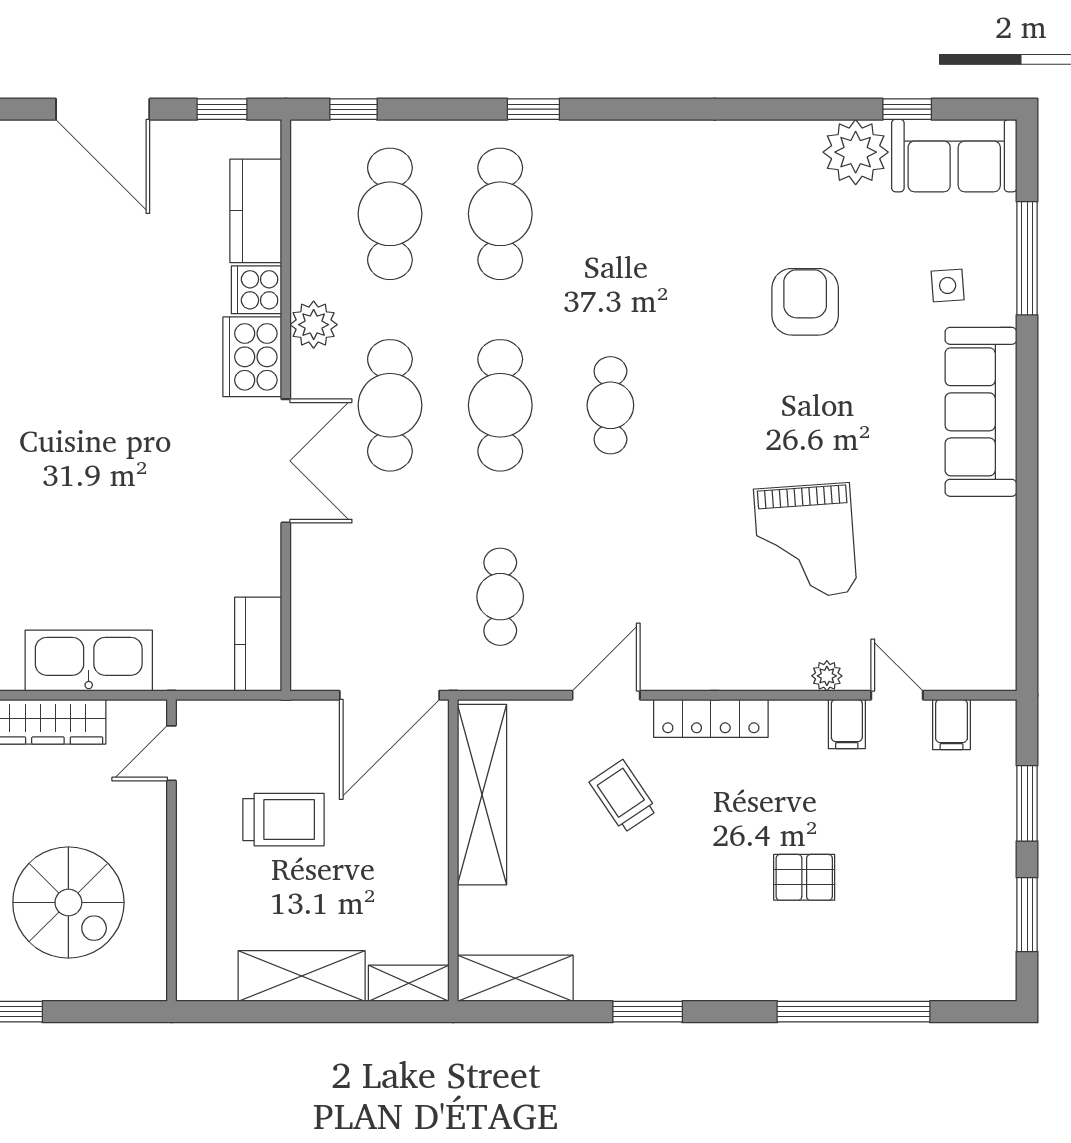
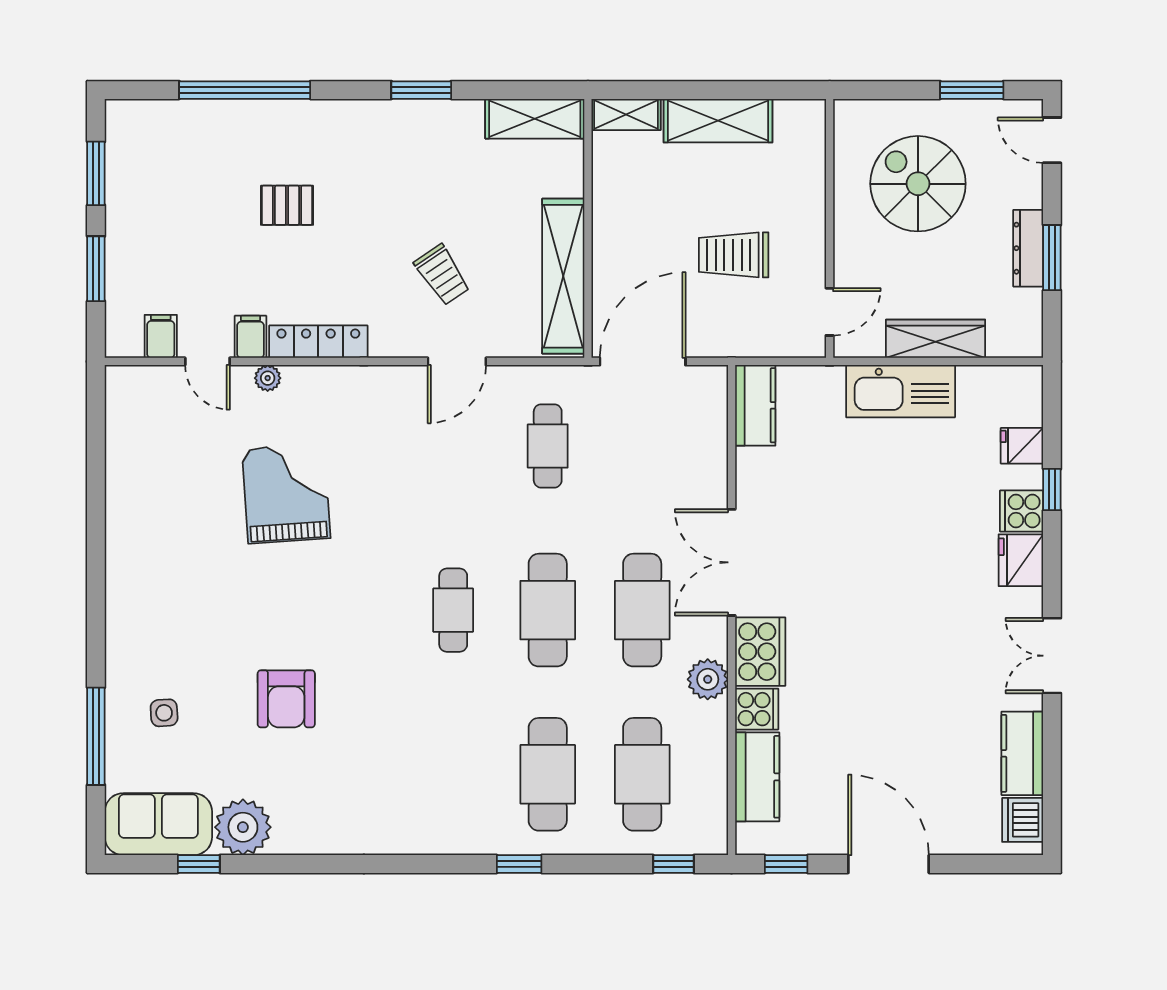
sofa: (981, 412) -> (135, 604), removed
locker: (711, 718) -> (318, 342), moved

